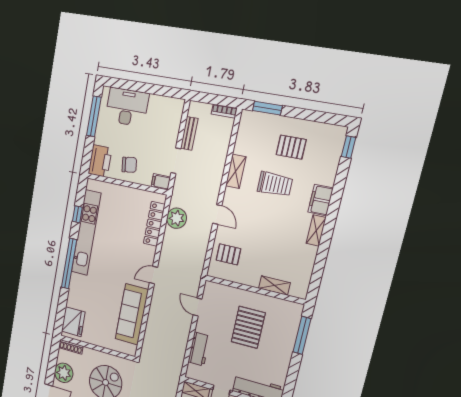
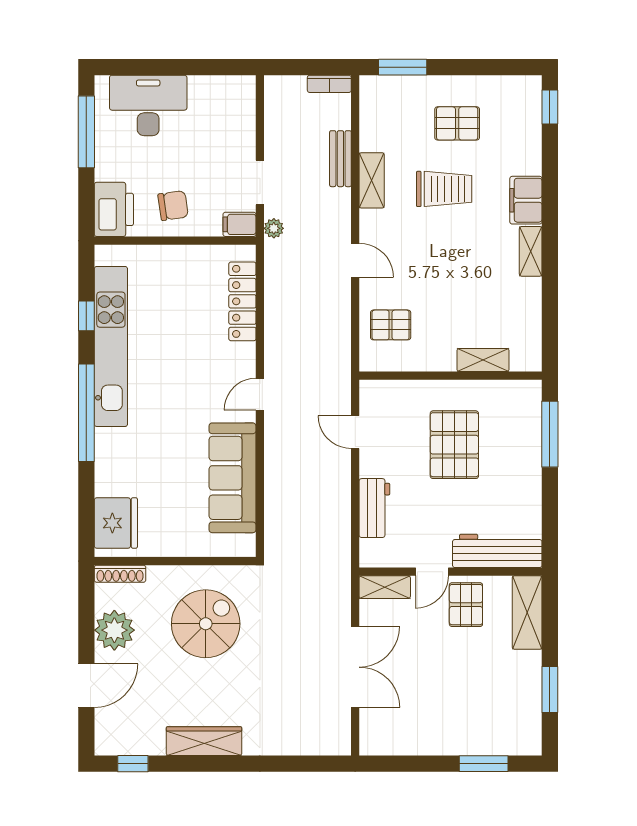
bench: (189, 133) -> (340, 159), moved
plant: (177, 218) -> (274, 228), moved, width x0.53, depth x0.53

